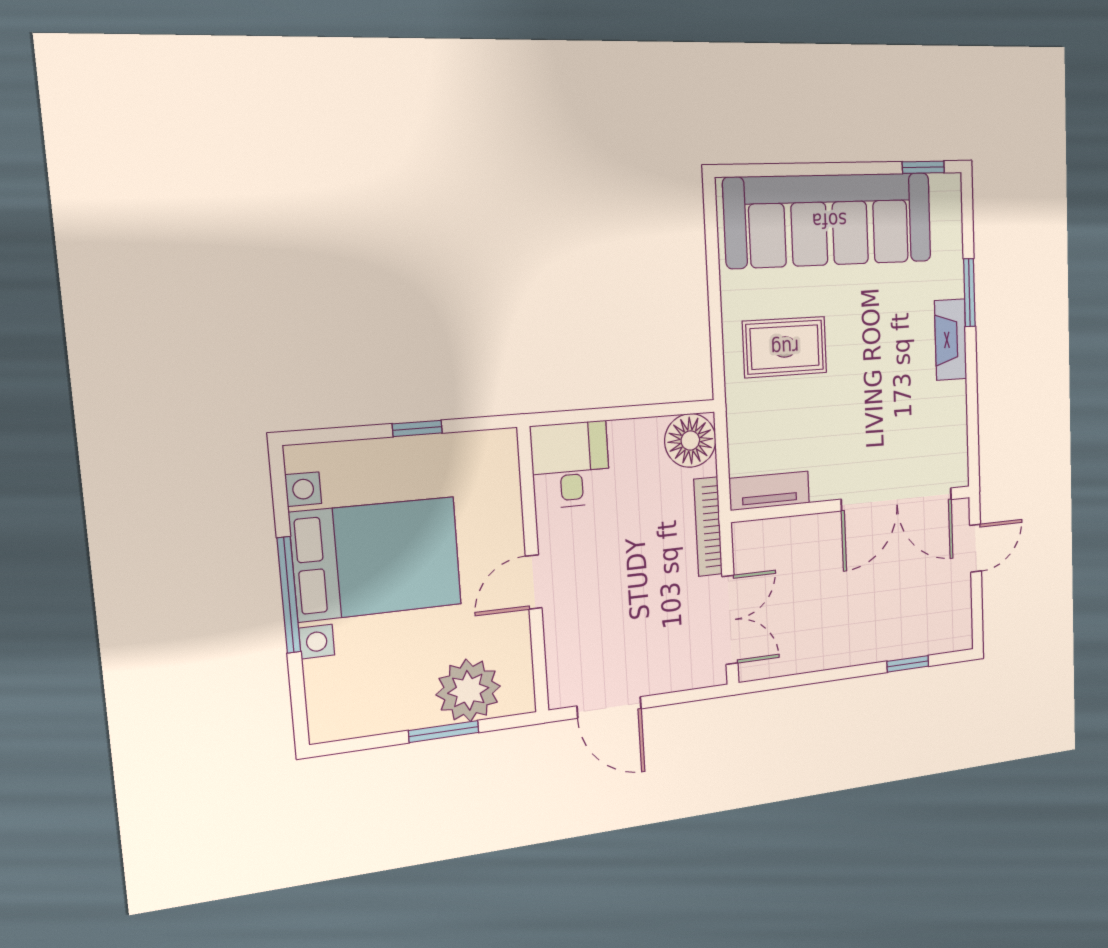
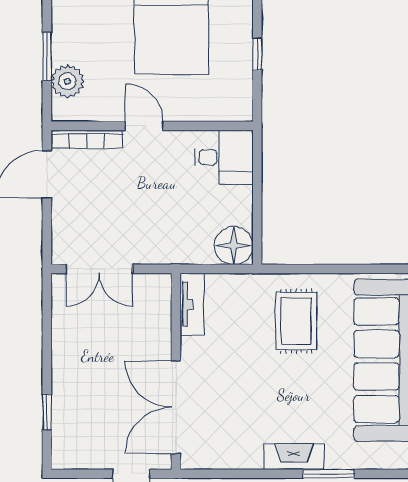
bookcase: (708, 527) -> (87, 139), moved, turned 180
plant: (468, 690) -> (67, 81), width x0.73, depth x0.73

